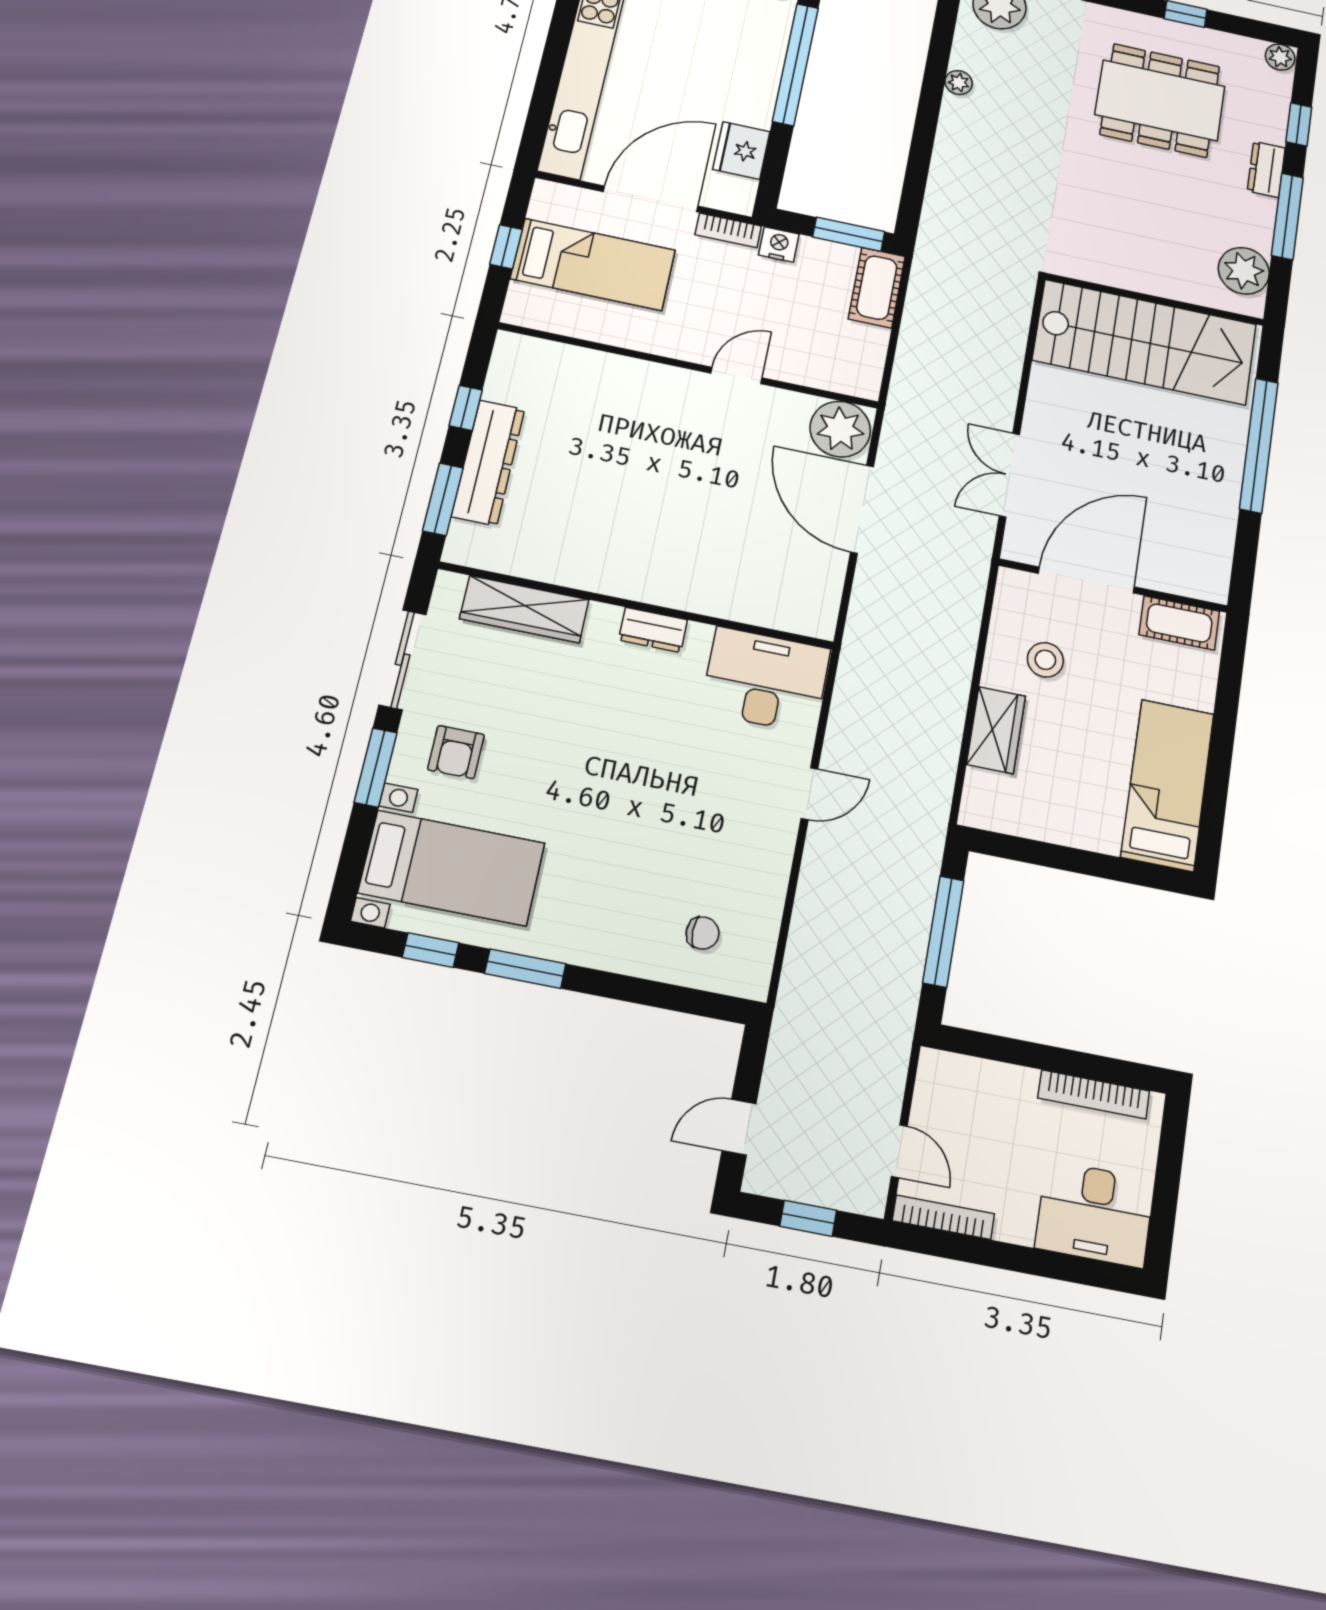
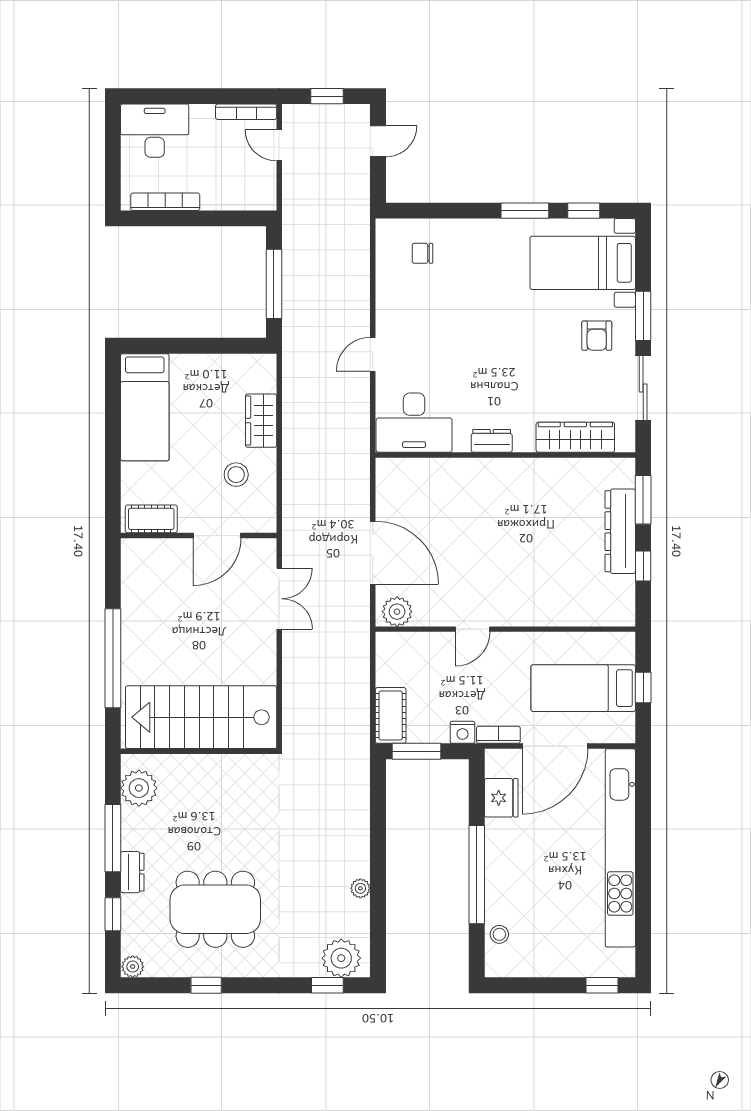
plant: (840, 429) -> (397, 612), width x0.73, depth x0.73
door: (1086, 580) -> (217, 536), width x0.73
armchair: (456, 752) -> (597, 336), turned 180

